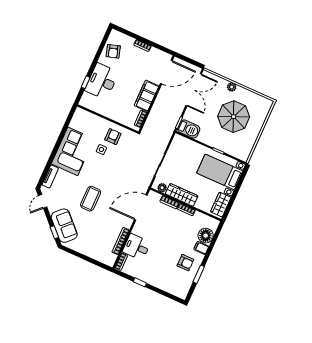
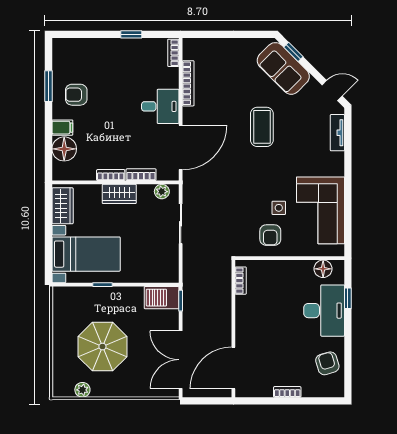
plant: (232, 87) -> (82, 390), moved
filing cabinet: (147, 96) -> (247, 319), removed
floor lamp: (92, 105) -> (323, 269), added
corner sofa: (73, 151) -> (321, 210), moved
wardrobe: (182, 195) -> (119, 194), width x0.67
door: (43, 201) -> (332, 90), hinge flipped
desk: (137, 247) -> (160, 106), moved

